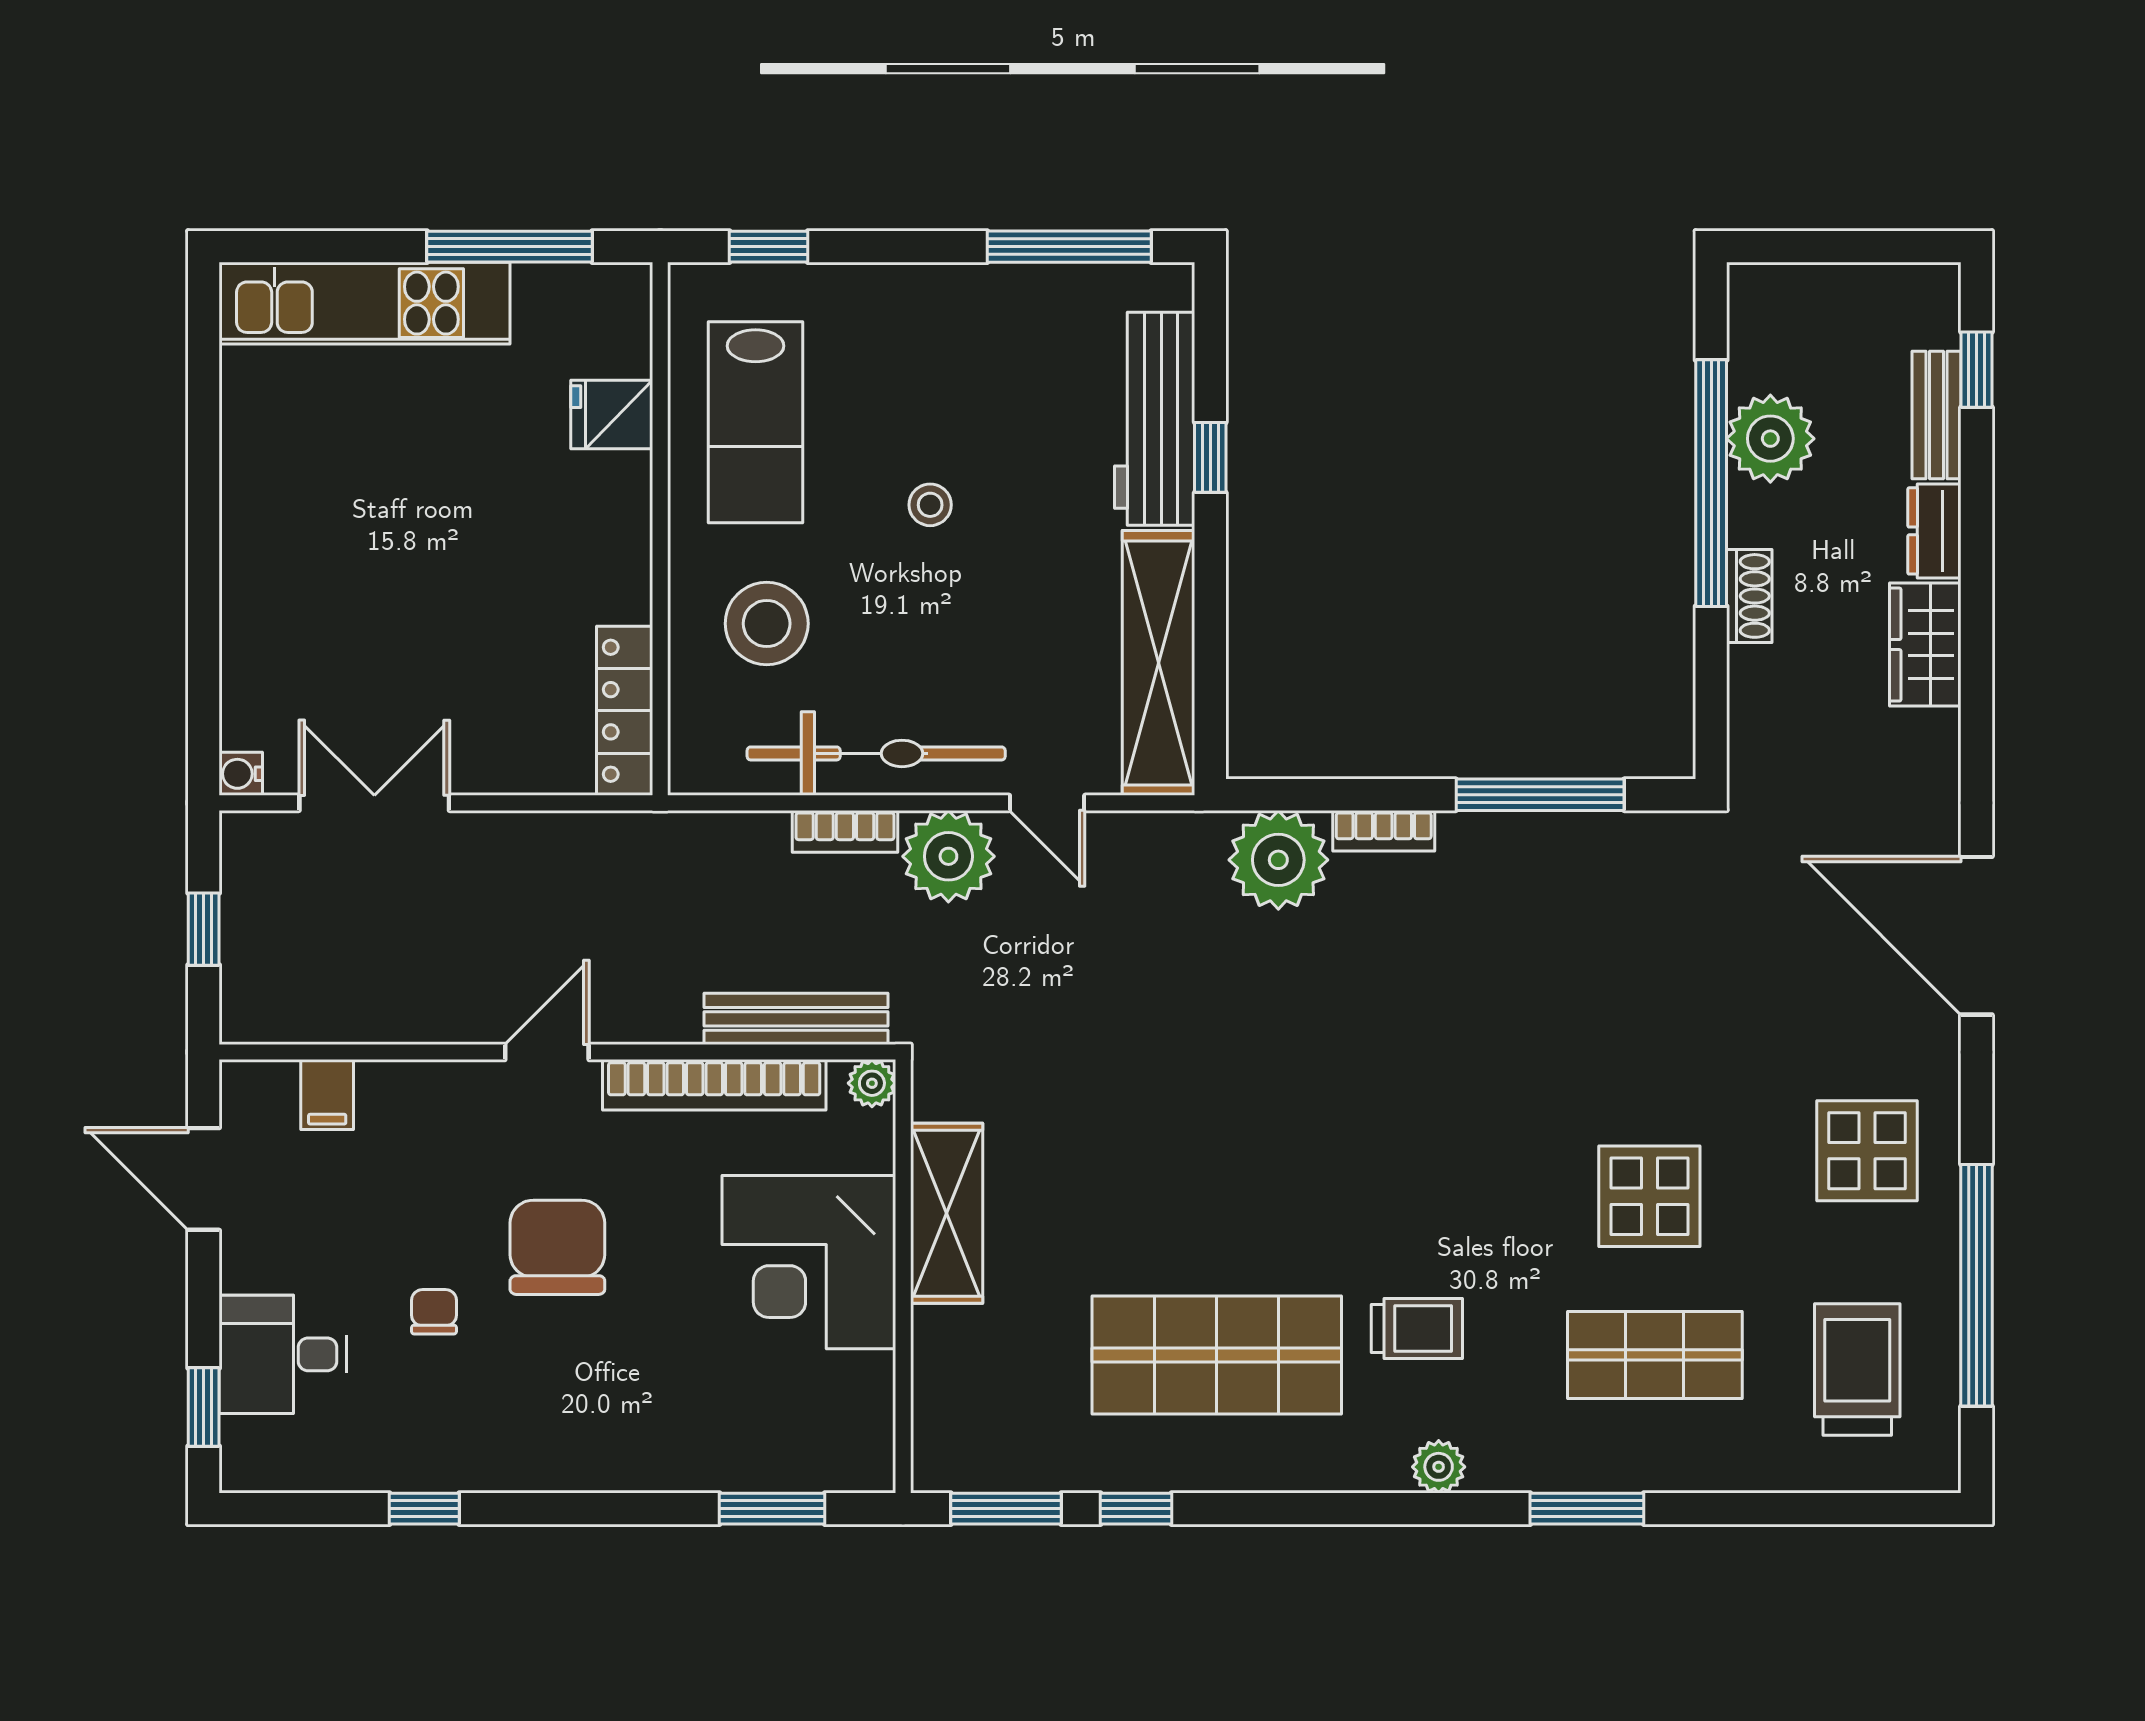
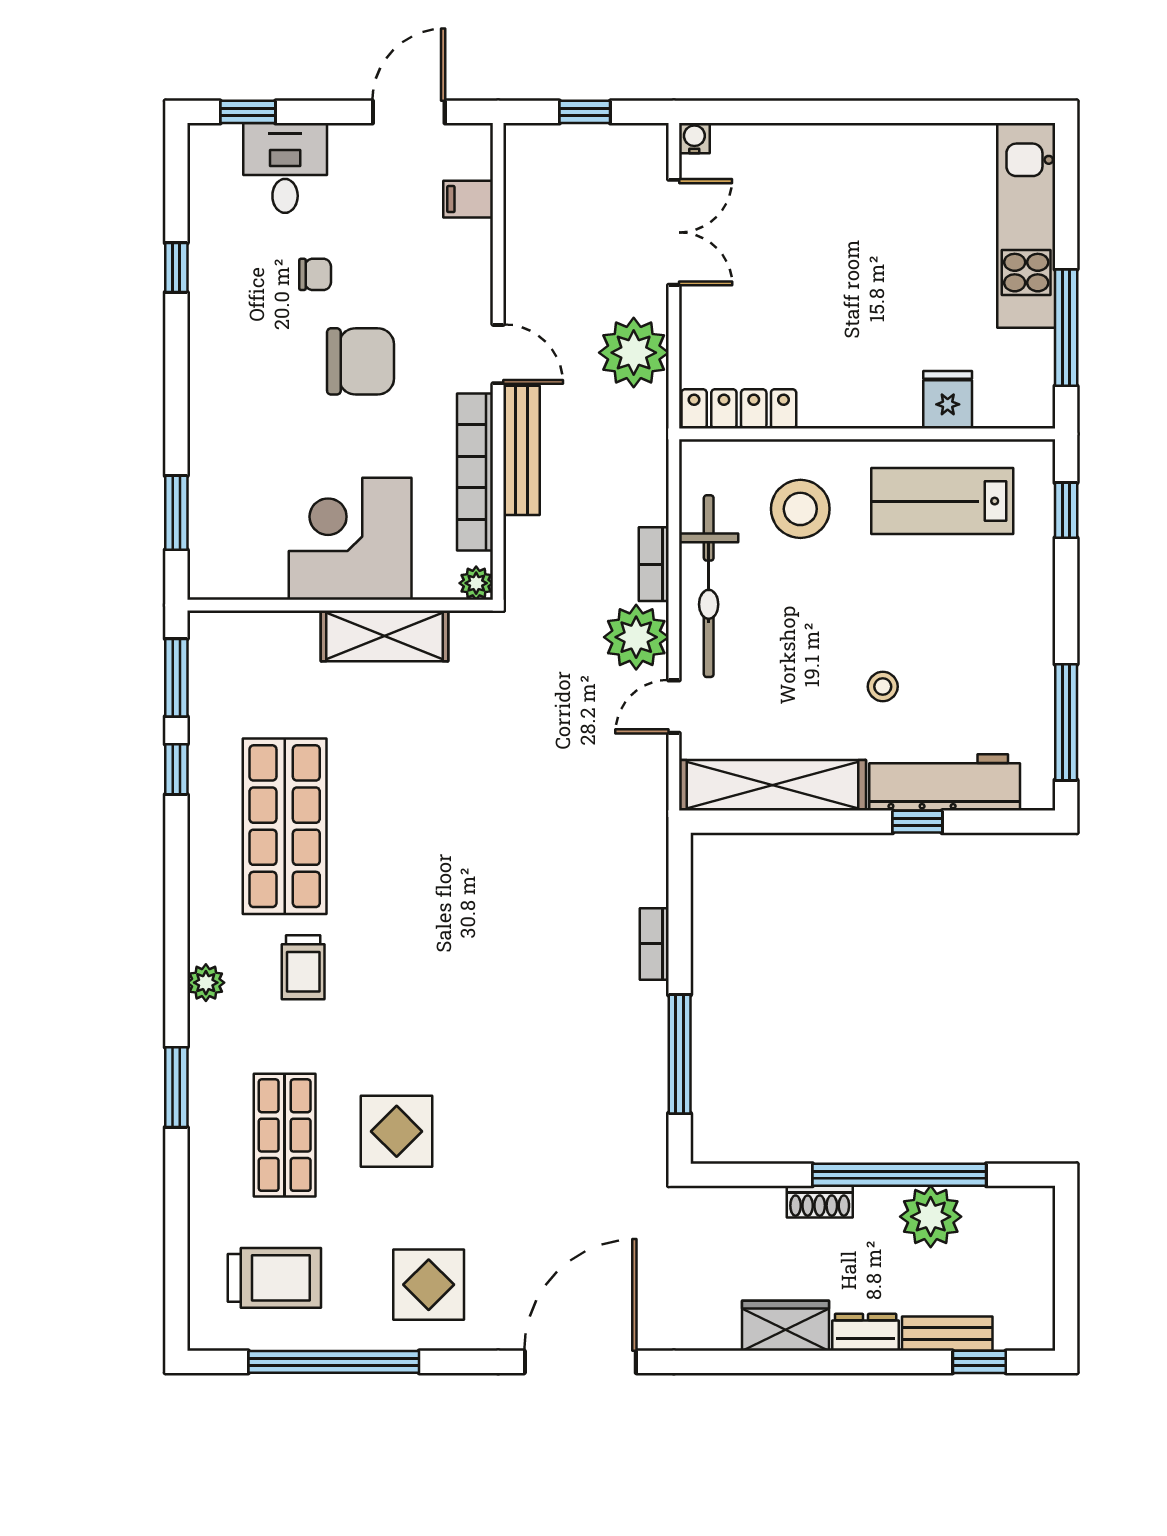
stool: (930, 505) -> (883, 687), moved
plant: (1278, 860) -> (634, 353), moved
bench: (796, 1019) -> (522, 450), moved

